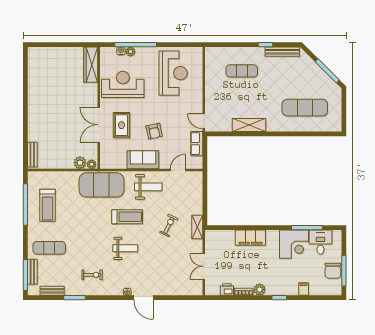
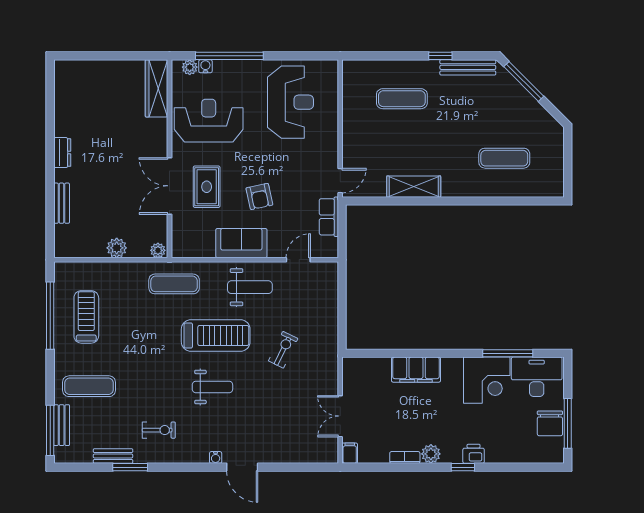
plant: (131, 52) -> (190, 67), moved
window: (327, 71) -> (524, 81), moved
dresser: (33, 104) -> (62, 153), added
exercise mat: (305, 108) -> (504, 158), width x0.73, depth x0.69
door: (204, 121) -> (340, 181), swing flipped
bench: (32, 155) -> (62, 203), moved
plant: (80, 163) -> (117, 248), moved
exercise mat: (102, 185) -> (174, 284), width x0.50, depth x0.69
treadmill: (48, 205) -> (86, 317), turned 180
treadmill: (127, 217) -> (216, 336), width x1.37, depth x1.38
shelving: (197, 227) -> (330, 352), removed
desk: (320, 242) -> (537, 377), width x1.37
printer: (227, 289) -> (474, 454), moved
filing cabinet: (304, 289) -> (350, 453), moved
bench: (52, 291) -> (113, 456), moved

